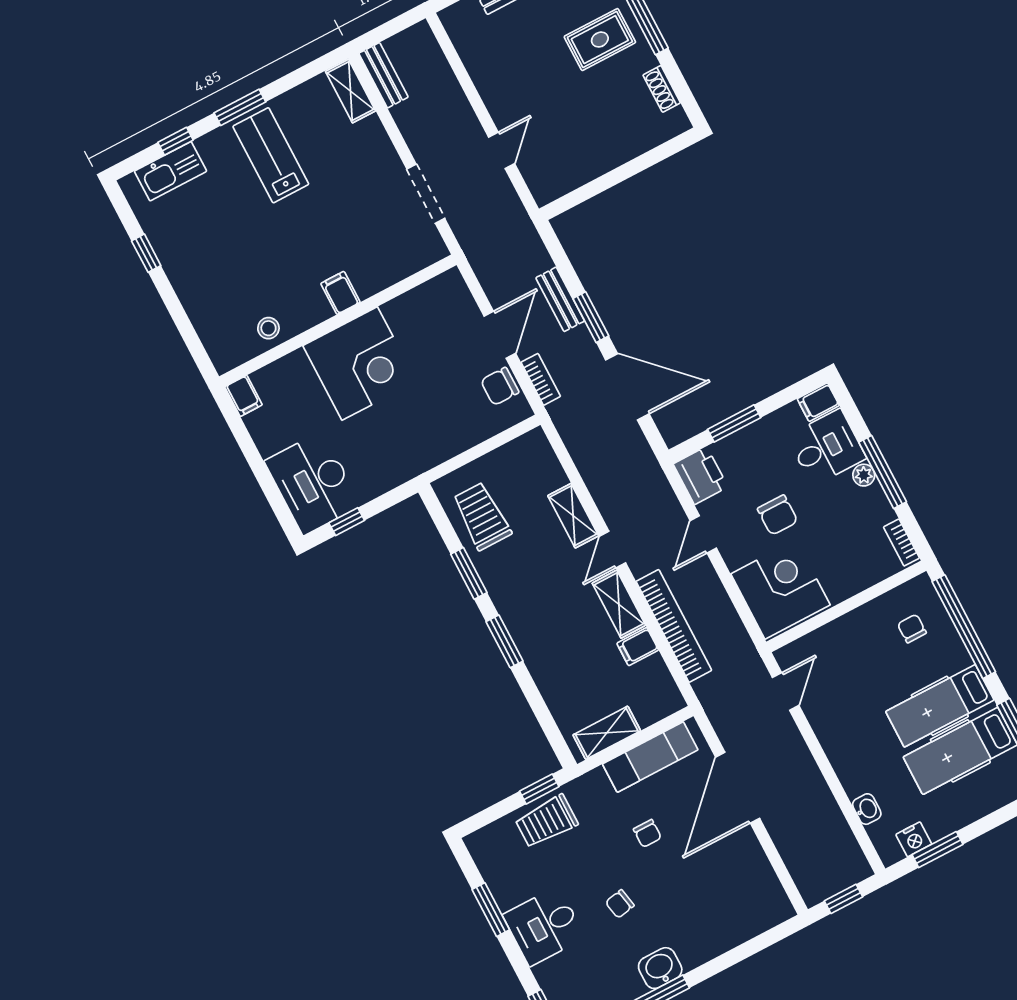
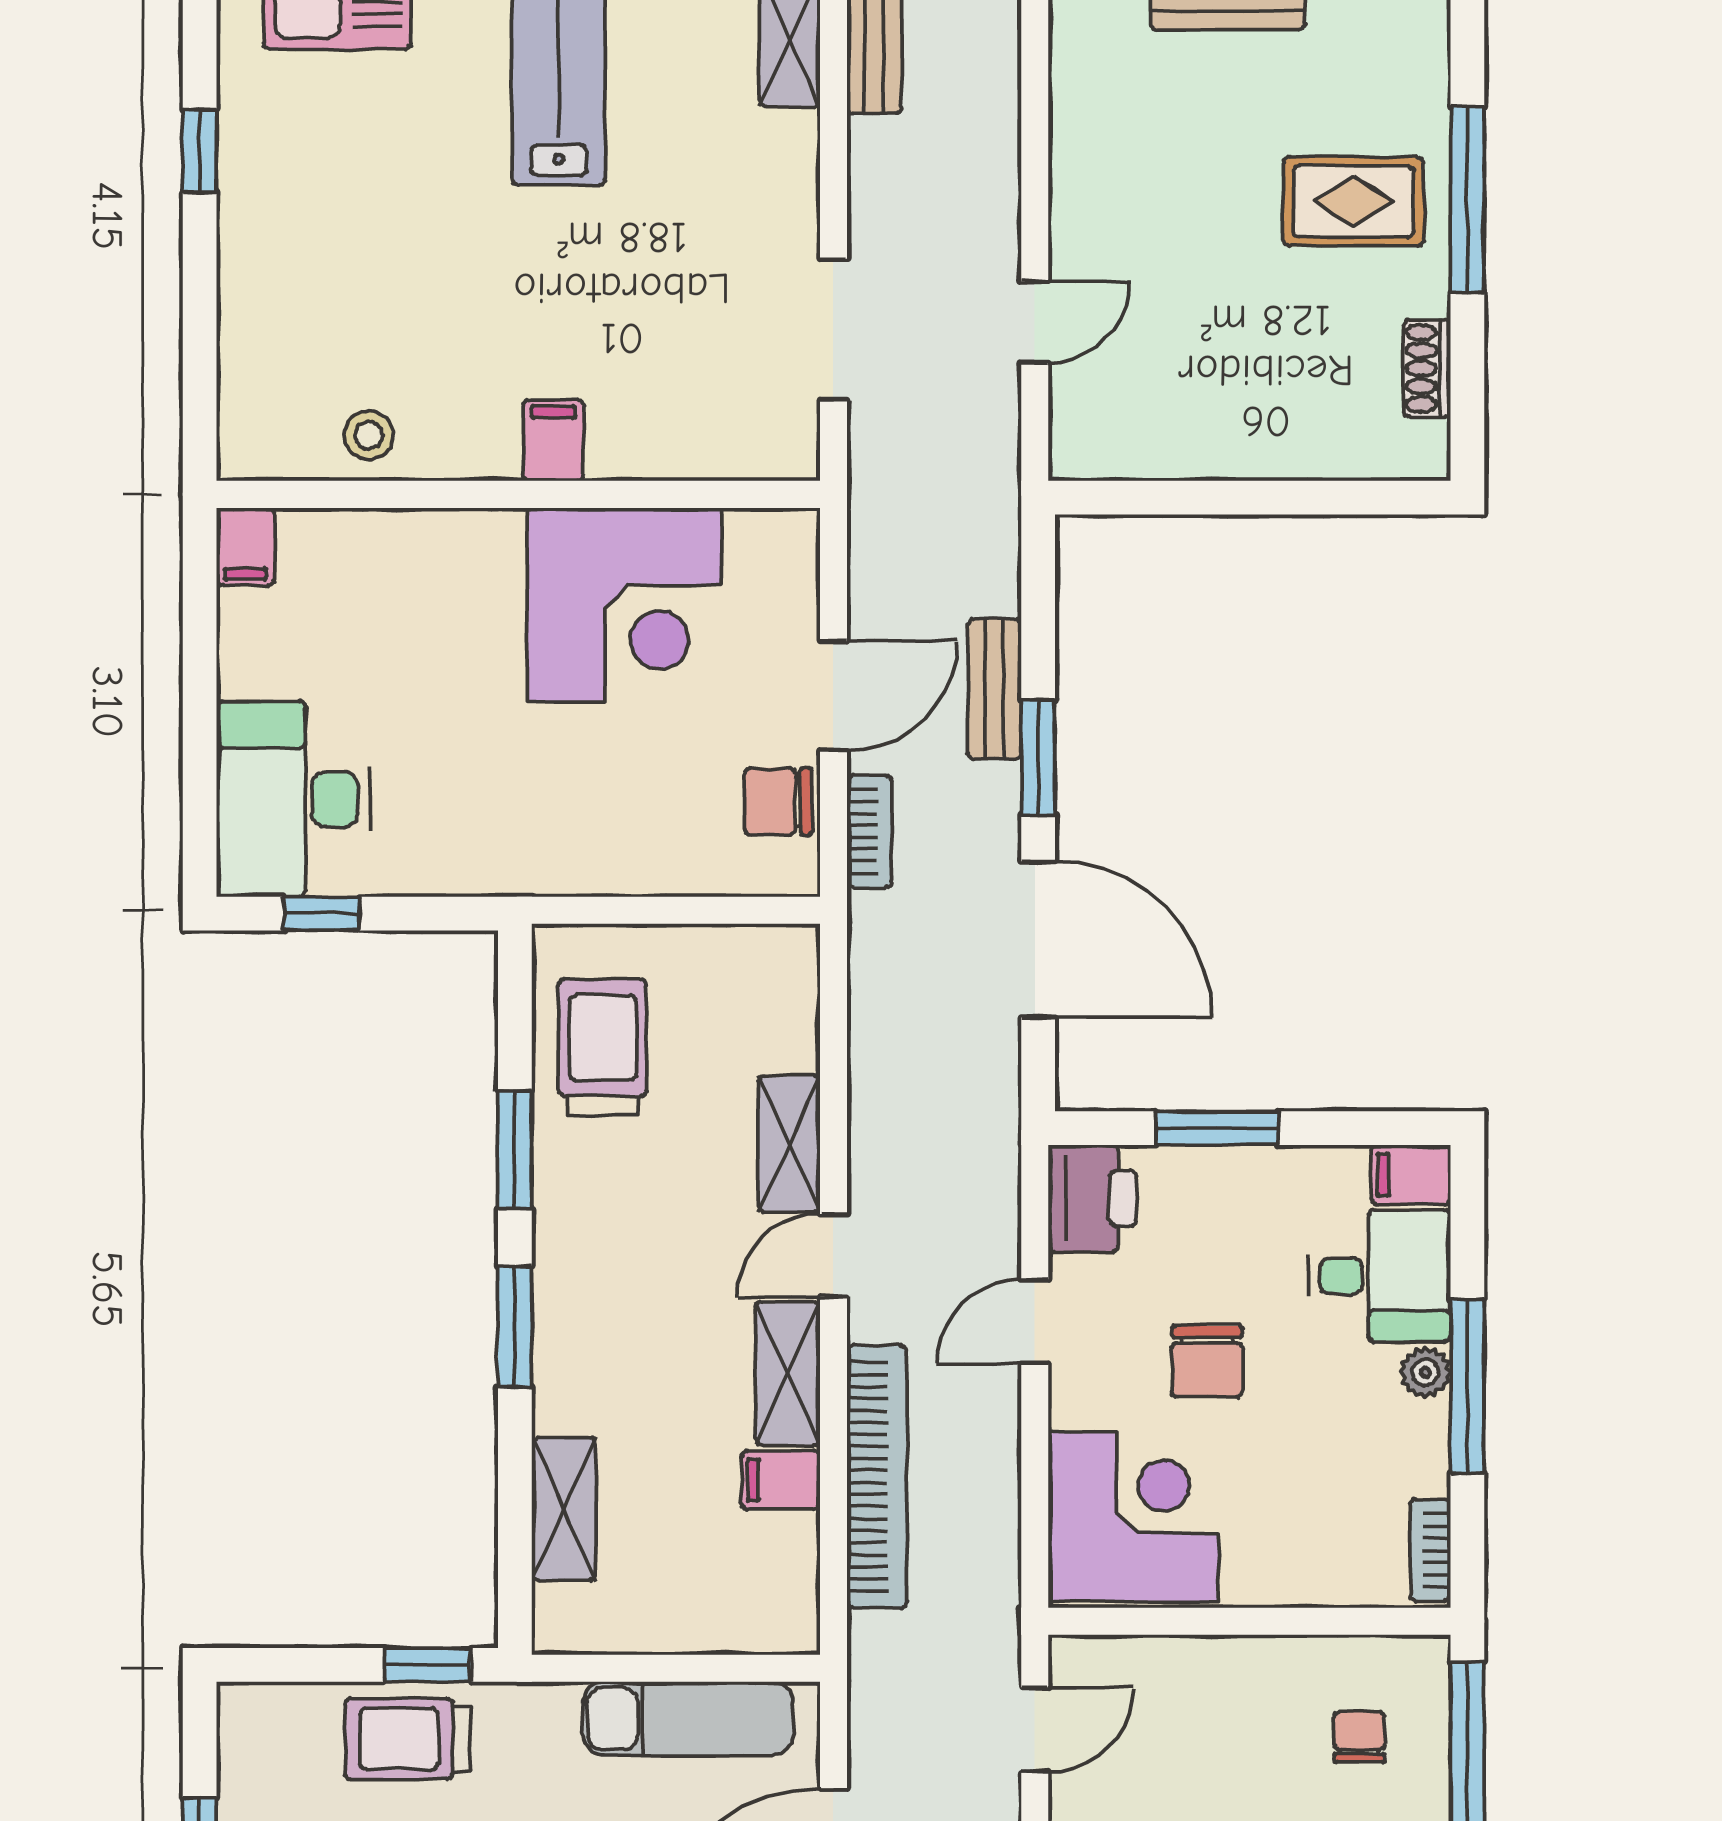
corner desk: (360, 363) -> (624, 605), moved
shelving: (607, 733) -> (564, 1509), moved, turned 90

